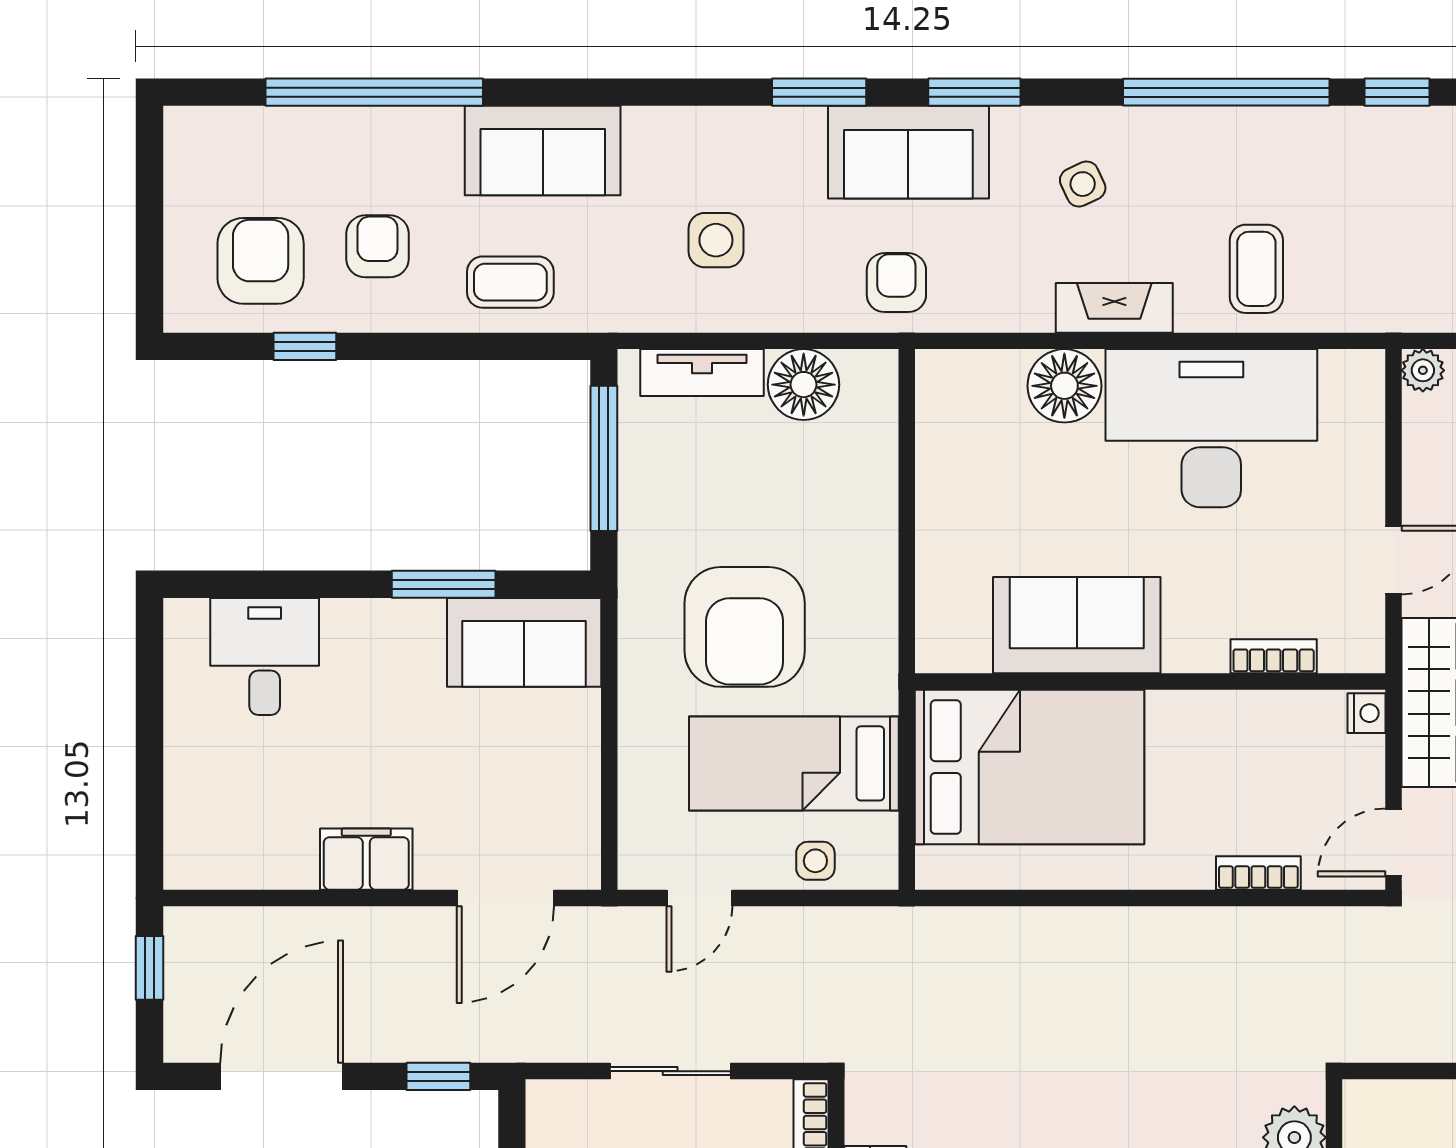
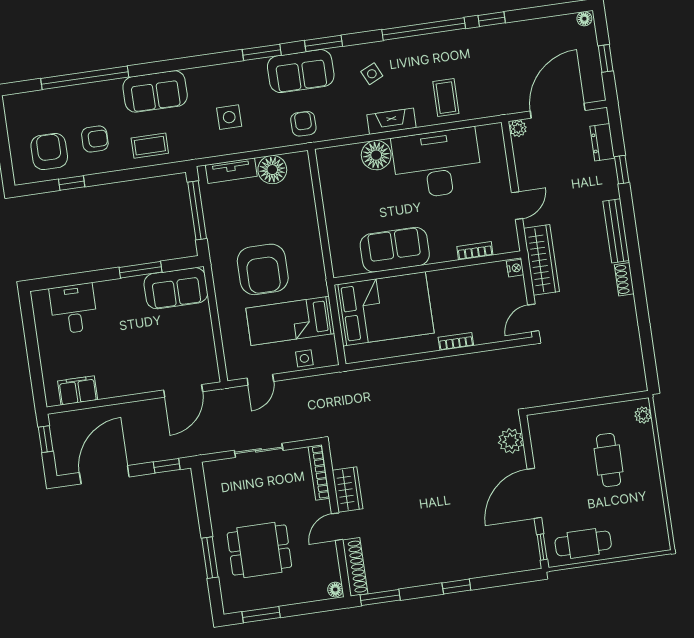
armchair: (377, 246) -> (95, 139), turned 90
filing cabinet: (366, 859) -> (78, 390), moved
bookcase: (1258, 873) -> (456, 341), moved

